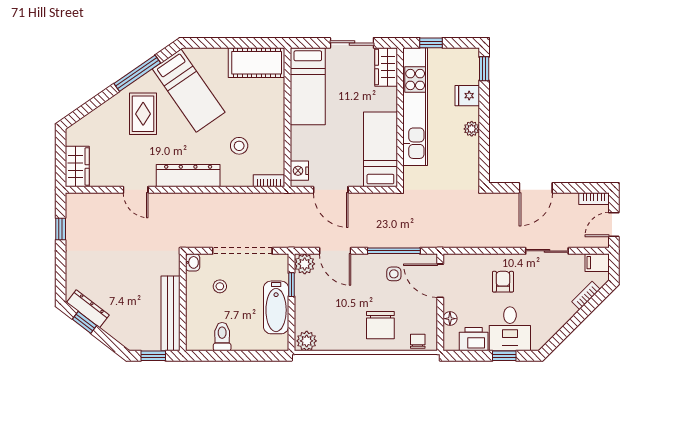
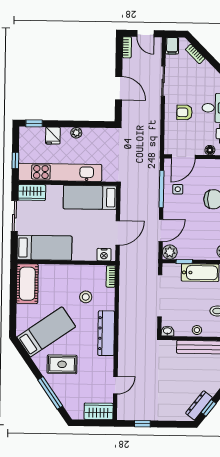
window: (137, 73) -> (50, 393), moved
door: (136, 190) -> (115, 385), moved
stool: (220, 286) -> (197, 330), moved

